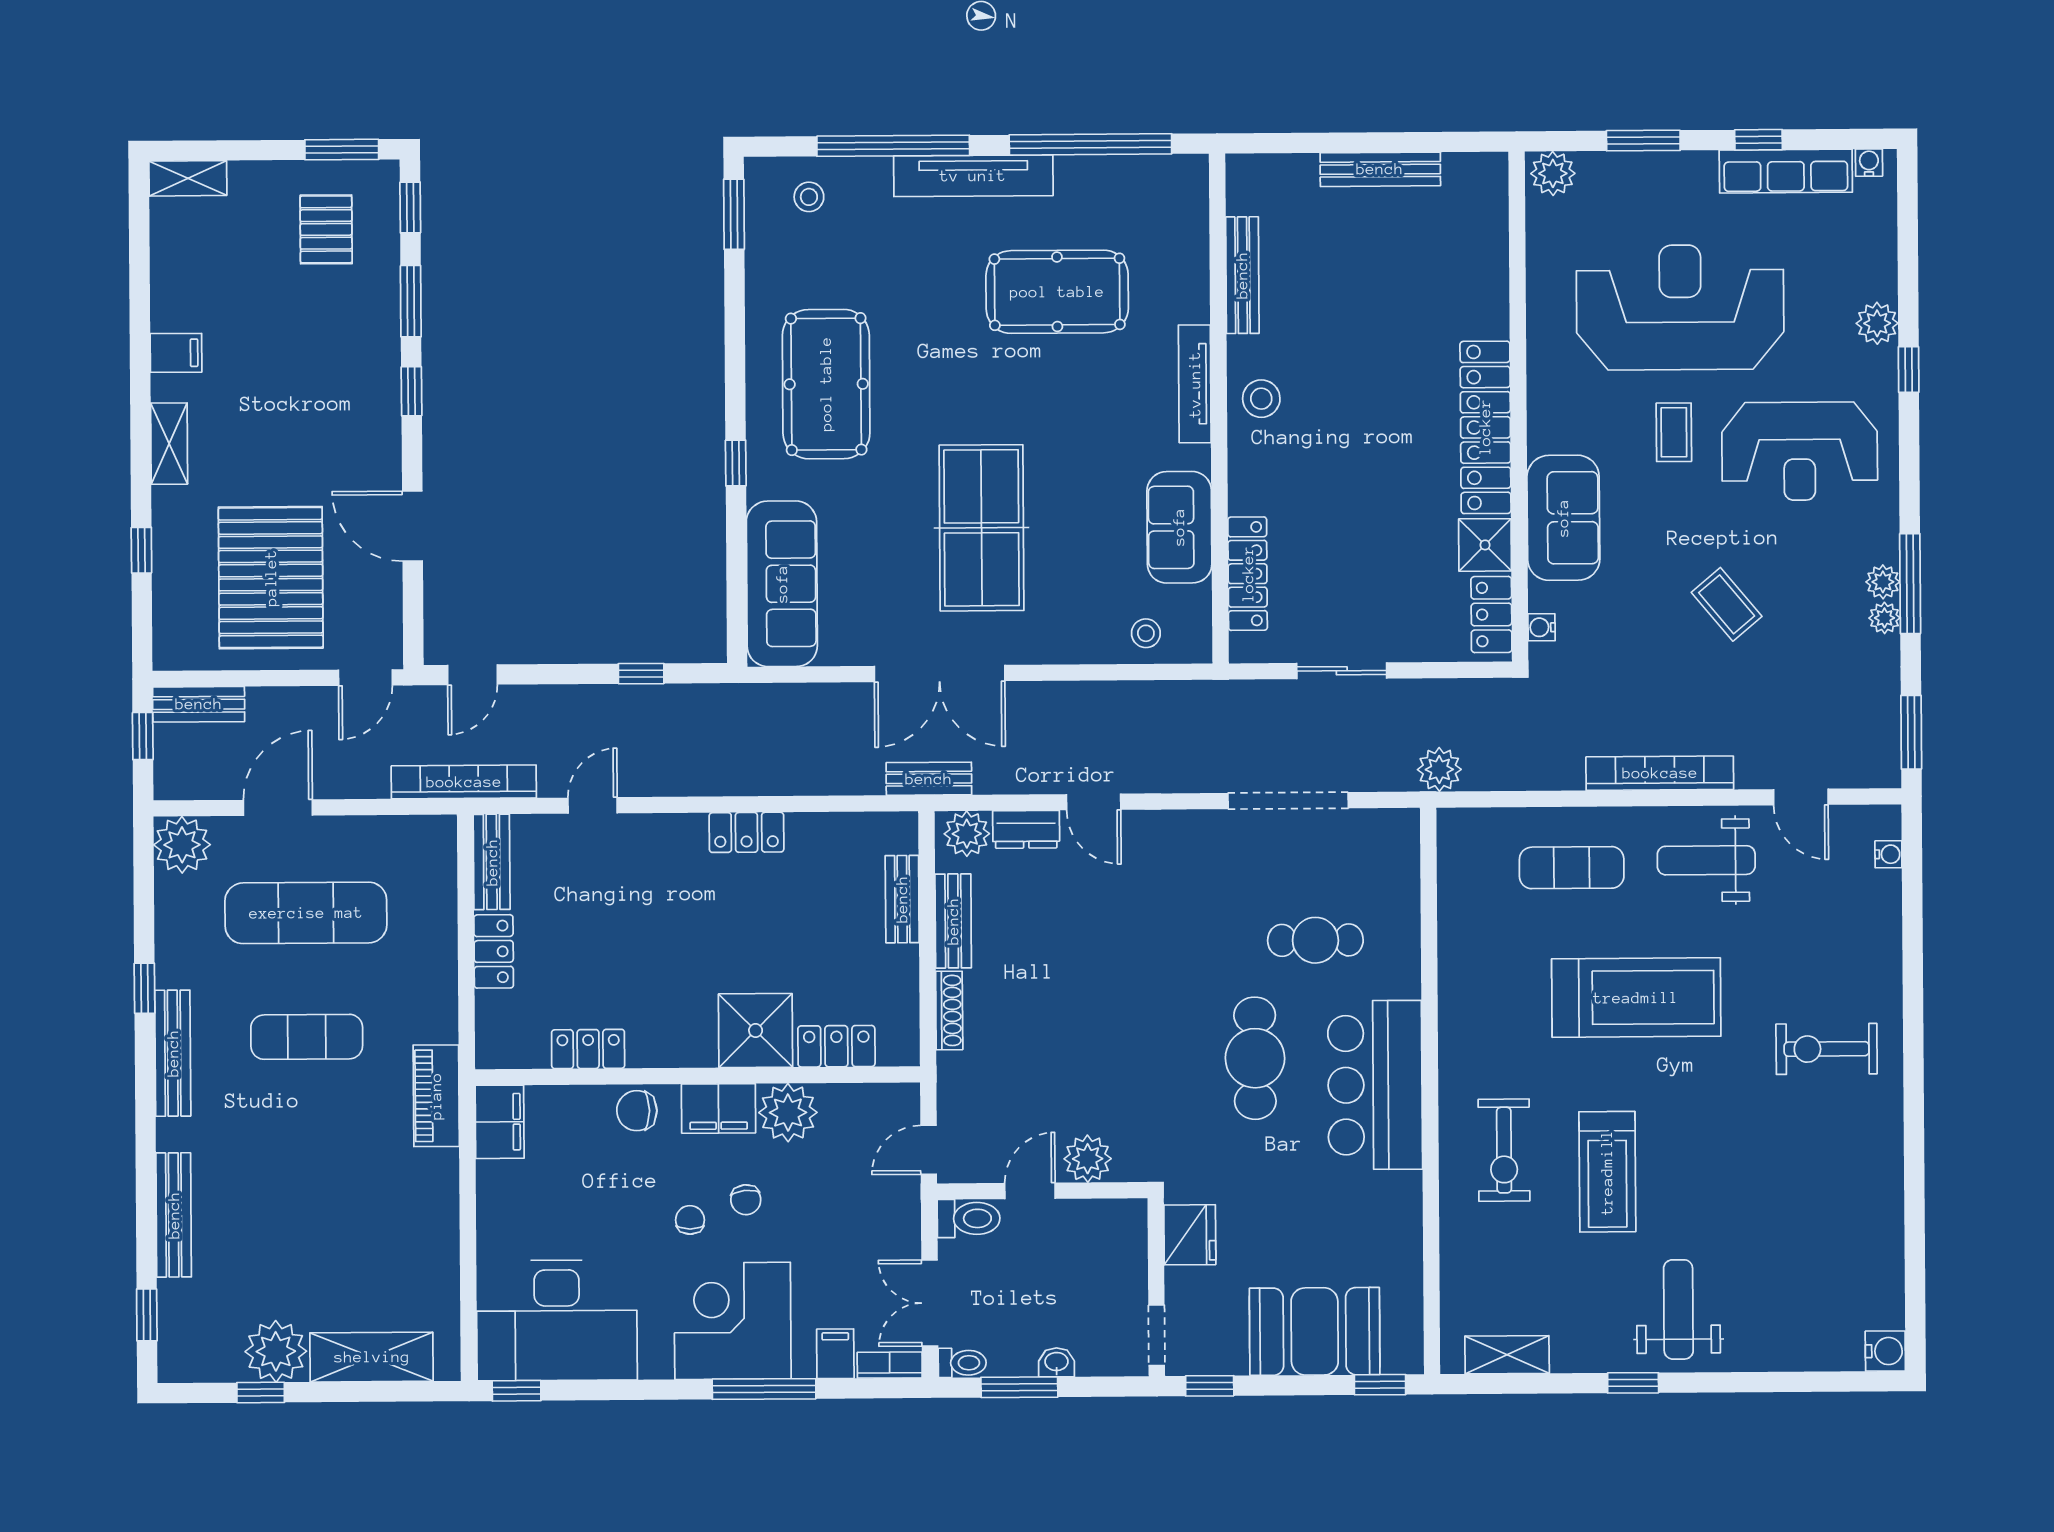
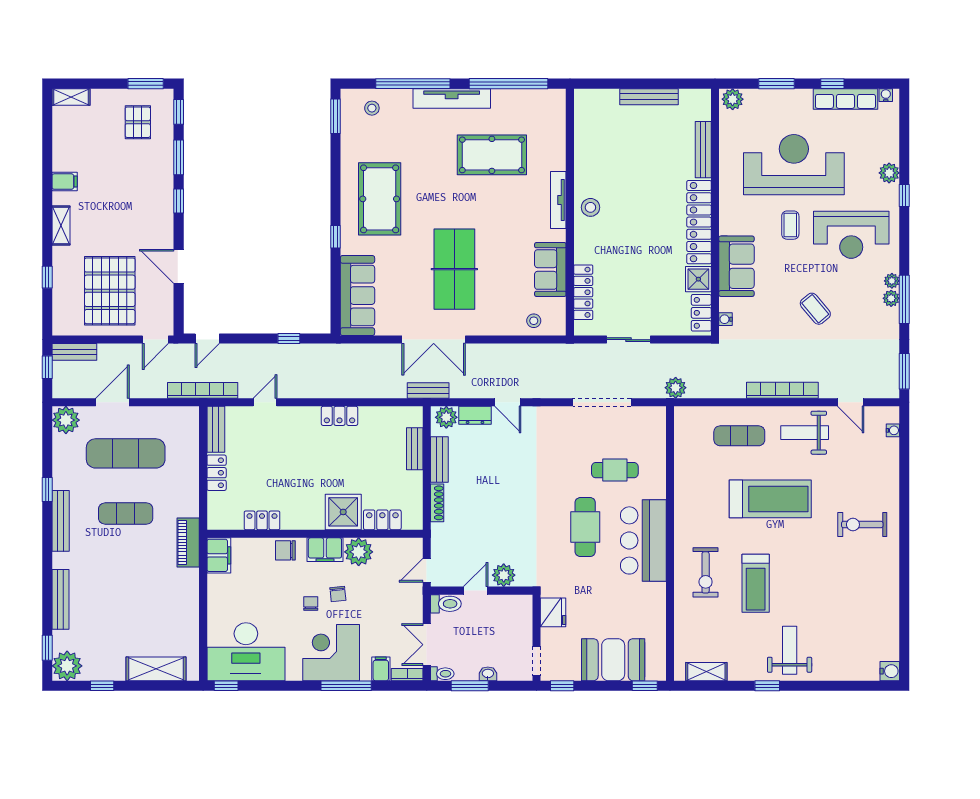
bench: (1242, 275) -> (703, 150), moved
plant: (1885, 618) -> (892, 281), moved
plant: (276, 1351) -> (67, 666), moved

